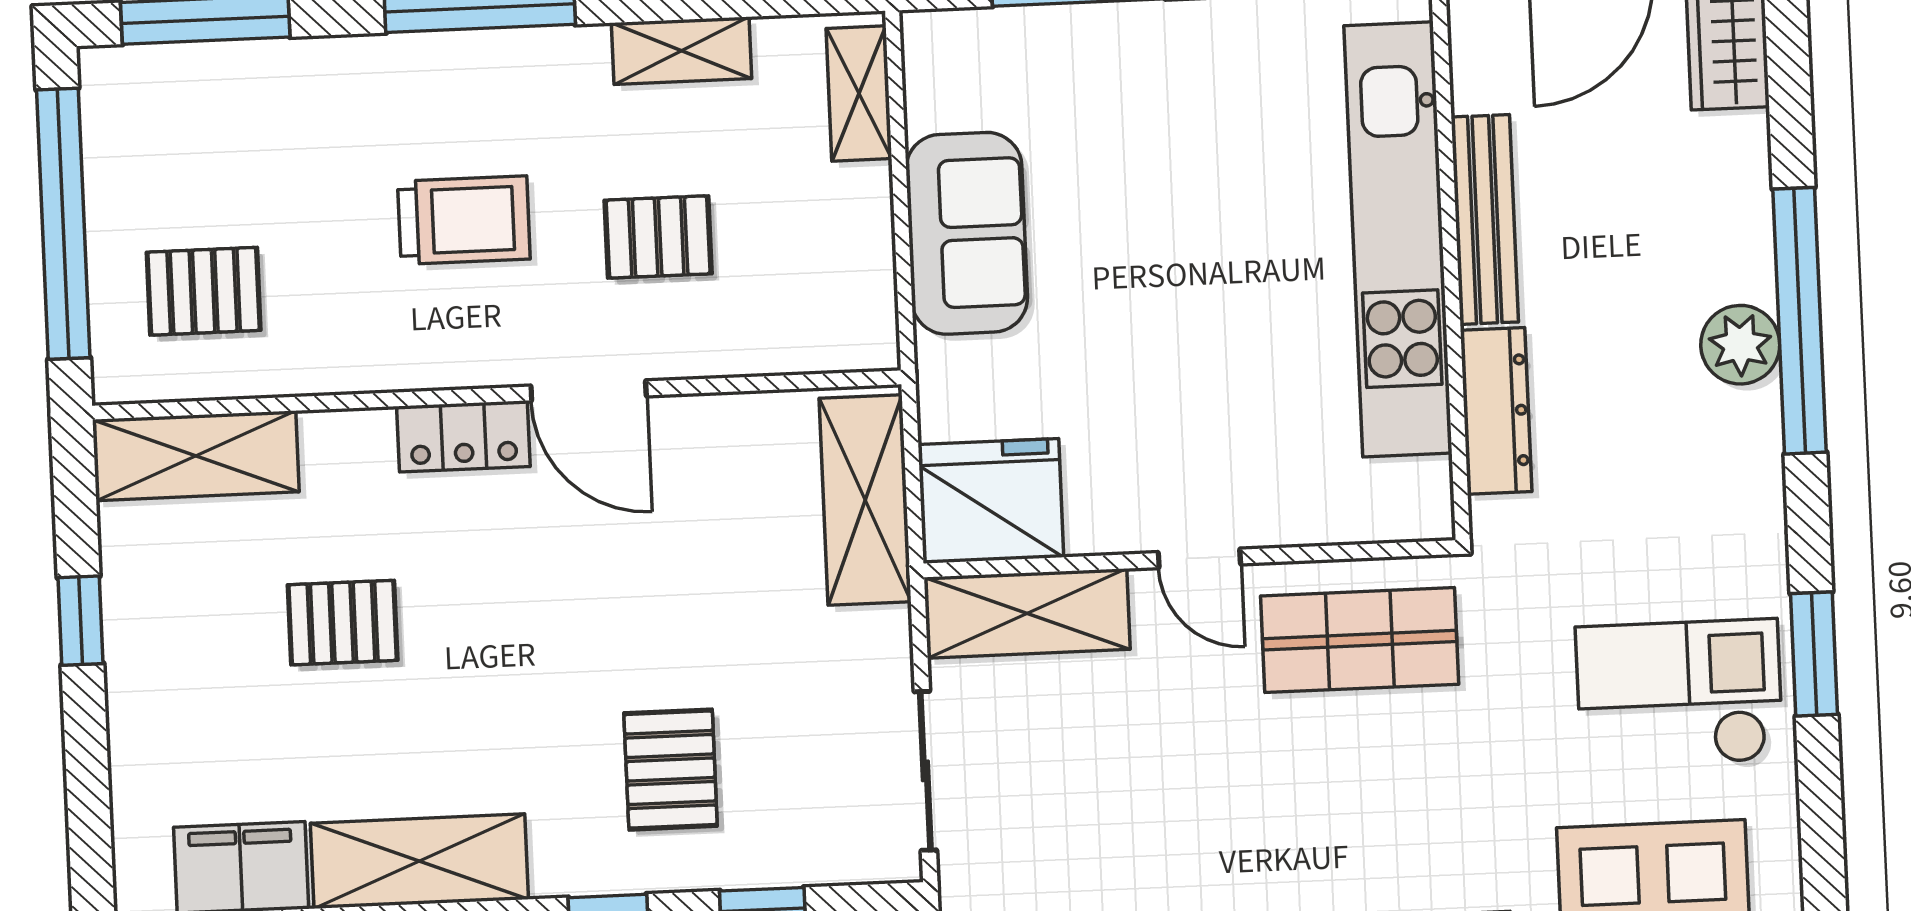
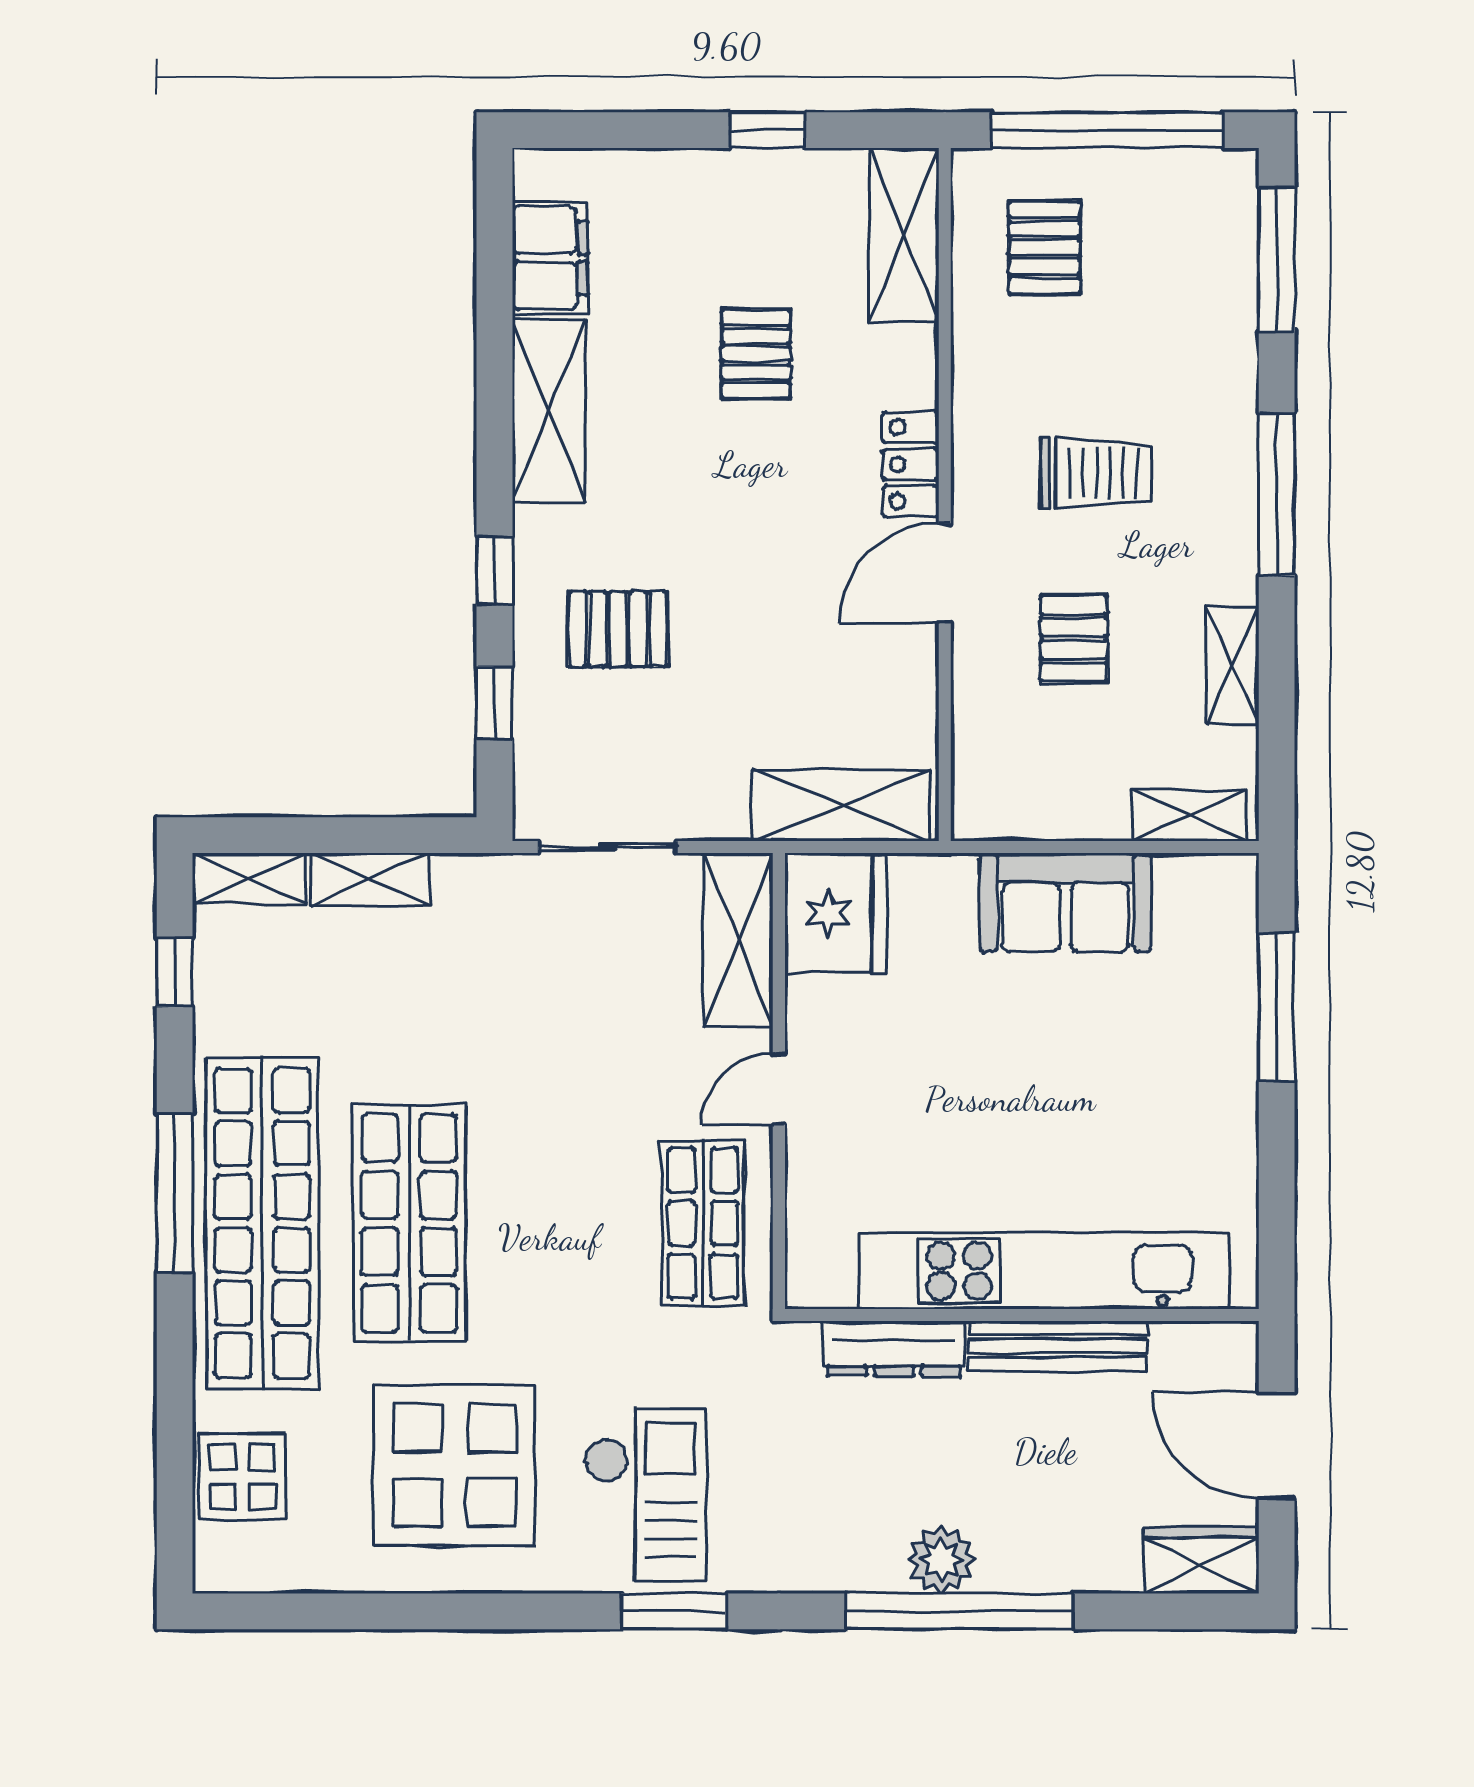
trolley: (464, 220) -> (1095, 473), turned -90

